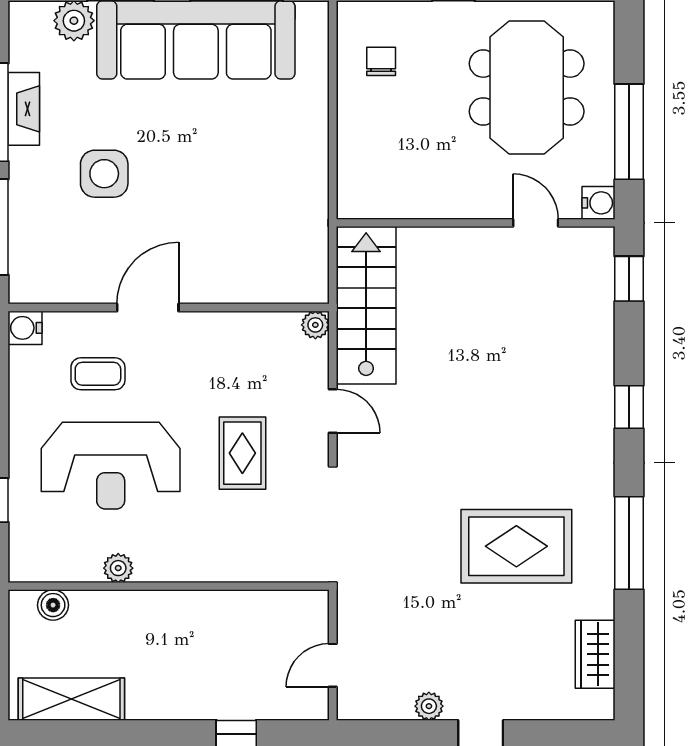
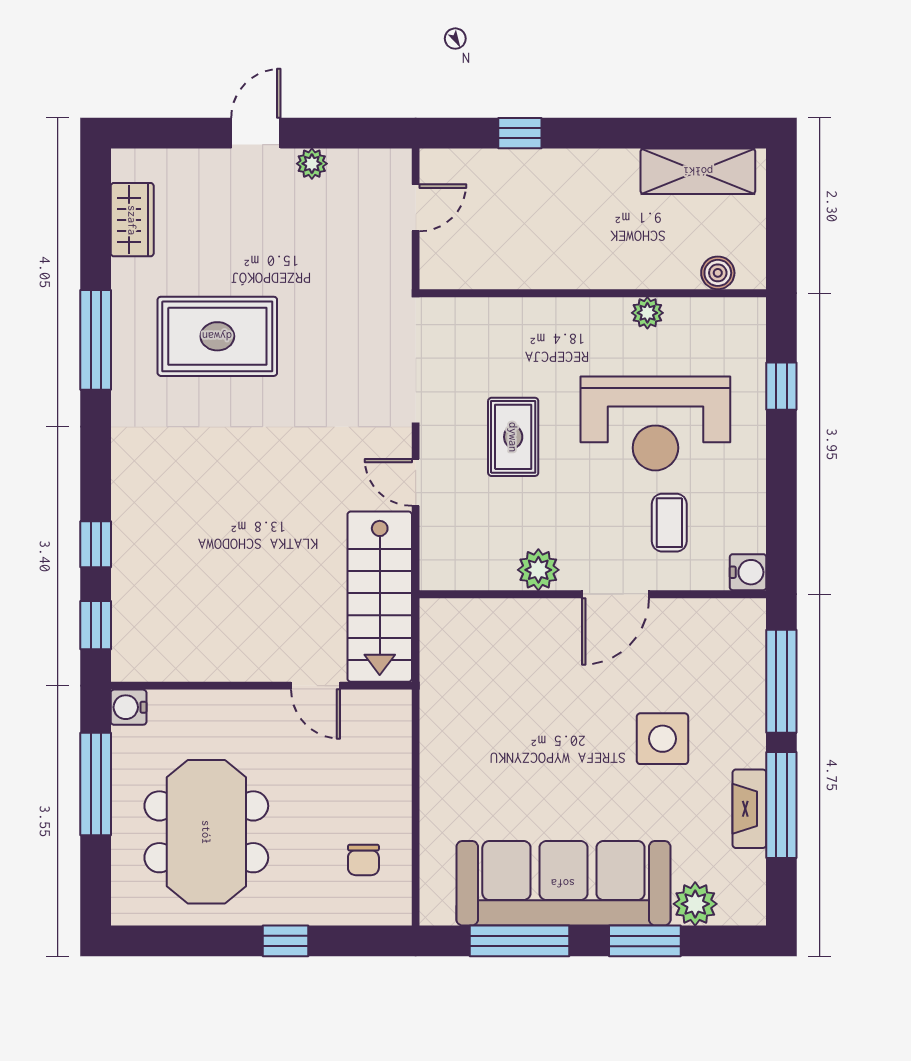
door: (536, 223) -> (315, 686), moved
plant: (315, 325) -> (538, 570), moved, width x1.38, depth x1.38
coffee table: (98, 374) -> (669, 523), turned 90
window: (629, 407) -> (96, 544), moved
reception desk: (111, 466) -> (655, 423), turned 180

